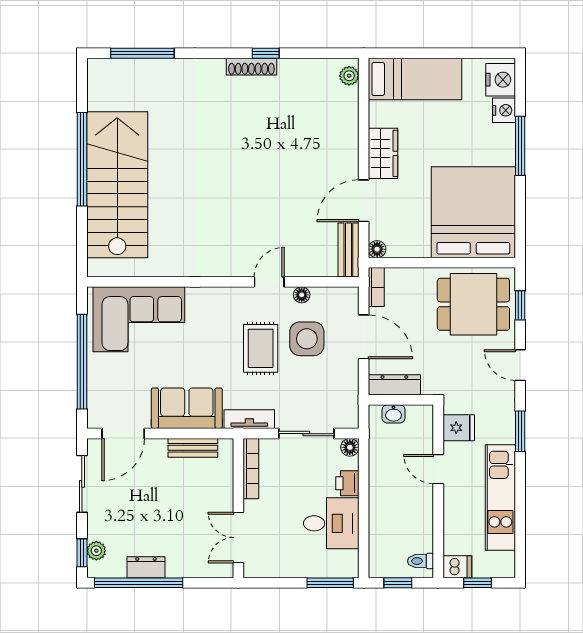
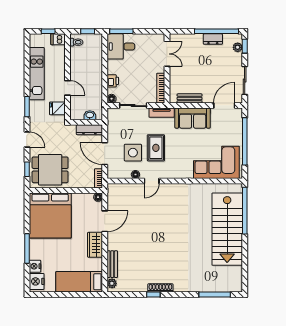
window: (82, 159) -> (245, 211), moved
bench: (348, 250) -> (112, 264), moved
desk: (331, 523) -> (121, 46), moved

